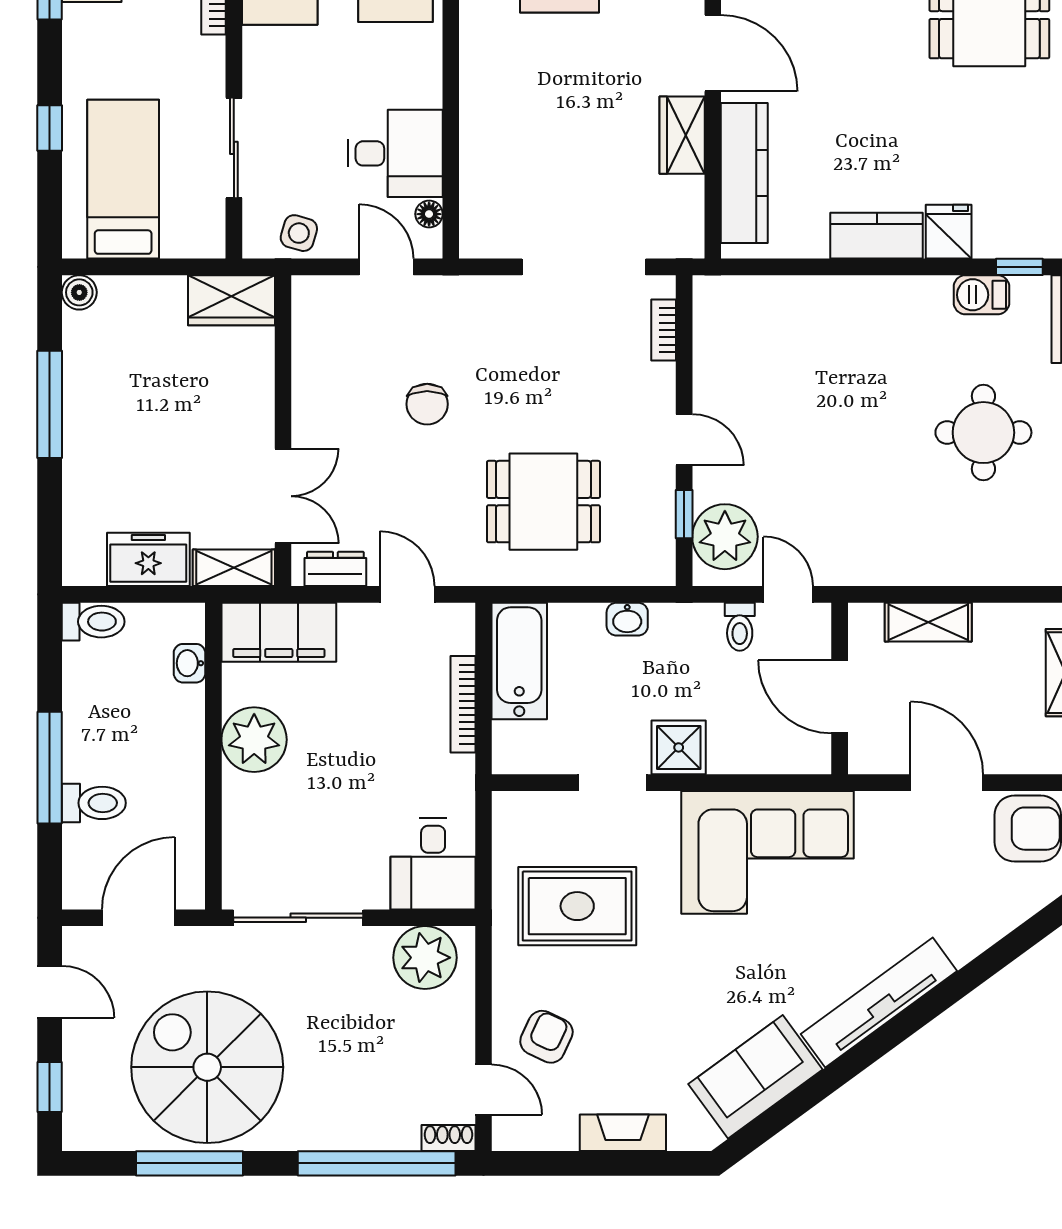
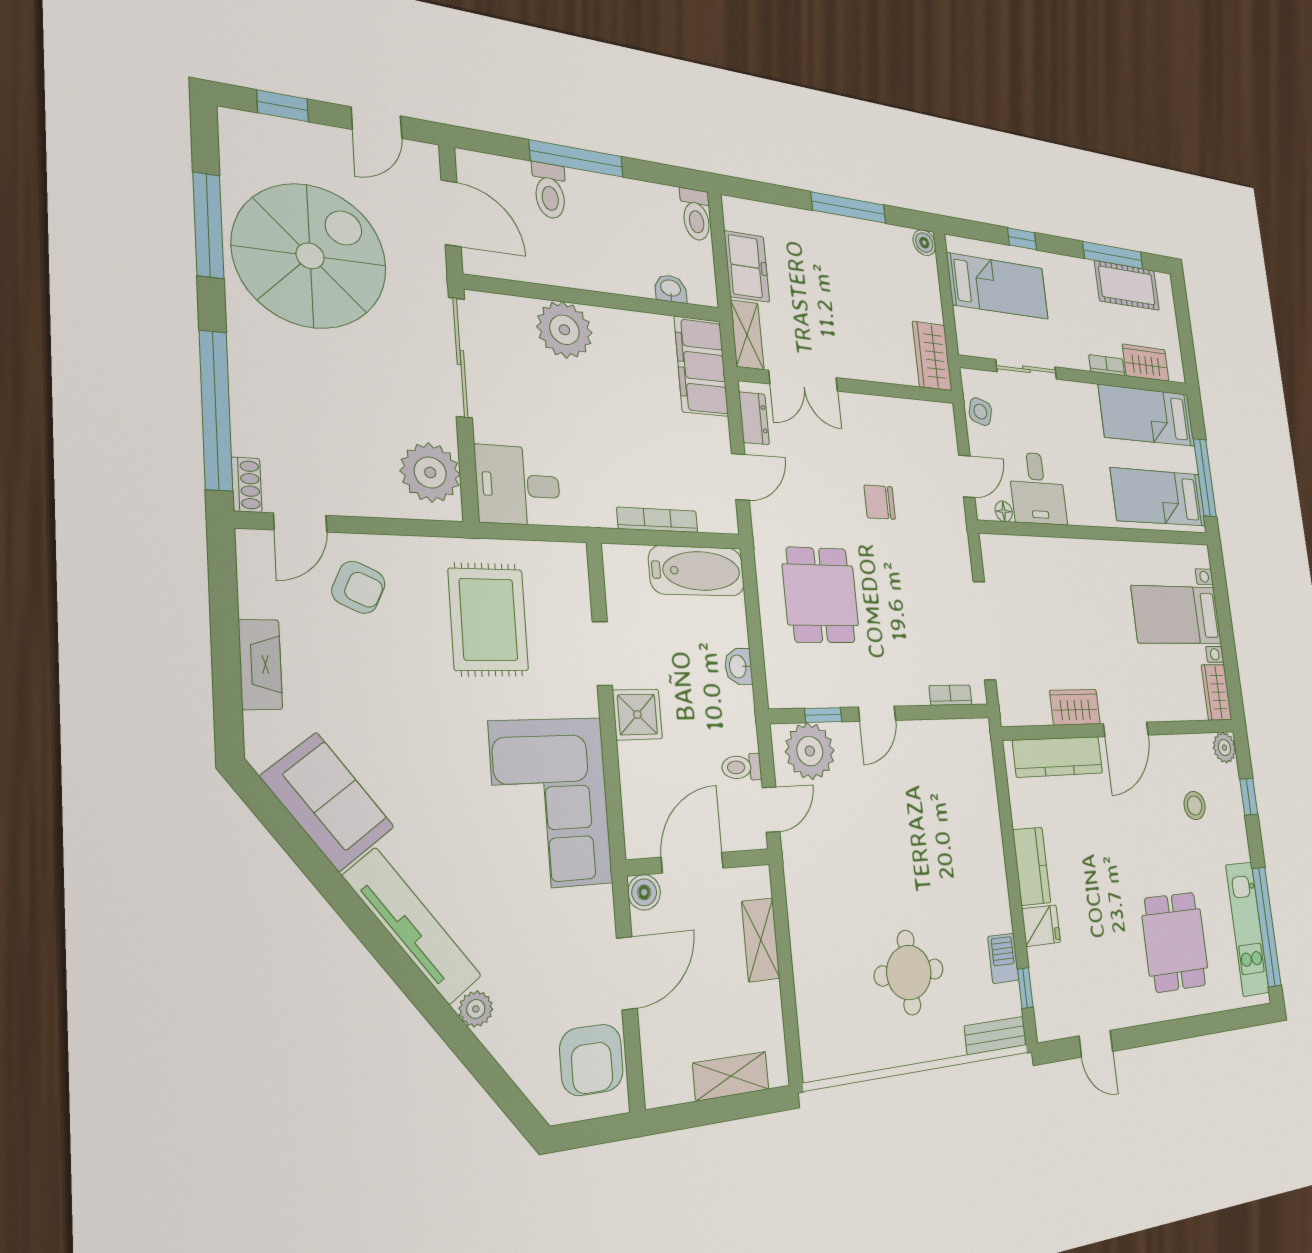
plant: (254, 740) -> (564, 330), moved
boiler: (866, 756) -> (644, 892), added
plant: (964, 945) -> (476, 1009), added

